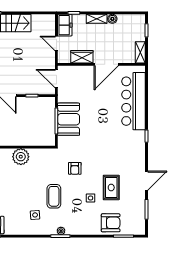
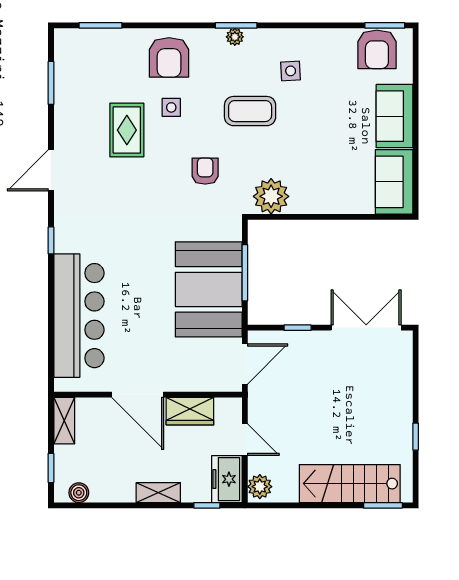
boiler: (112, 19) -> (79, 493), moved
plant: (49, 22) -> (260, 487), added
door: (106, 64) -> (138, 395), swing flipped
door: (56, 79) -> (245, 364), hinge flipped
booth: (69, 119) -> (209, 289), width x1.36, depth x1.42
plant: (21, 157) -> (271, 196), moved
door: (146, 181) -> (51, 170), moved
coffee table: (54, 196) -> (250, 111), turned 90
armchair: (111, 223) -> (169, 57), moved, turned -90

